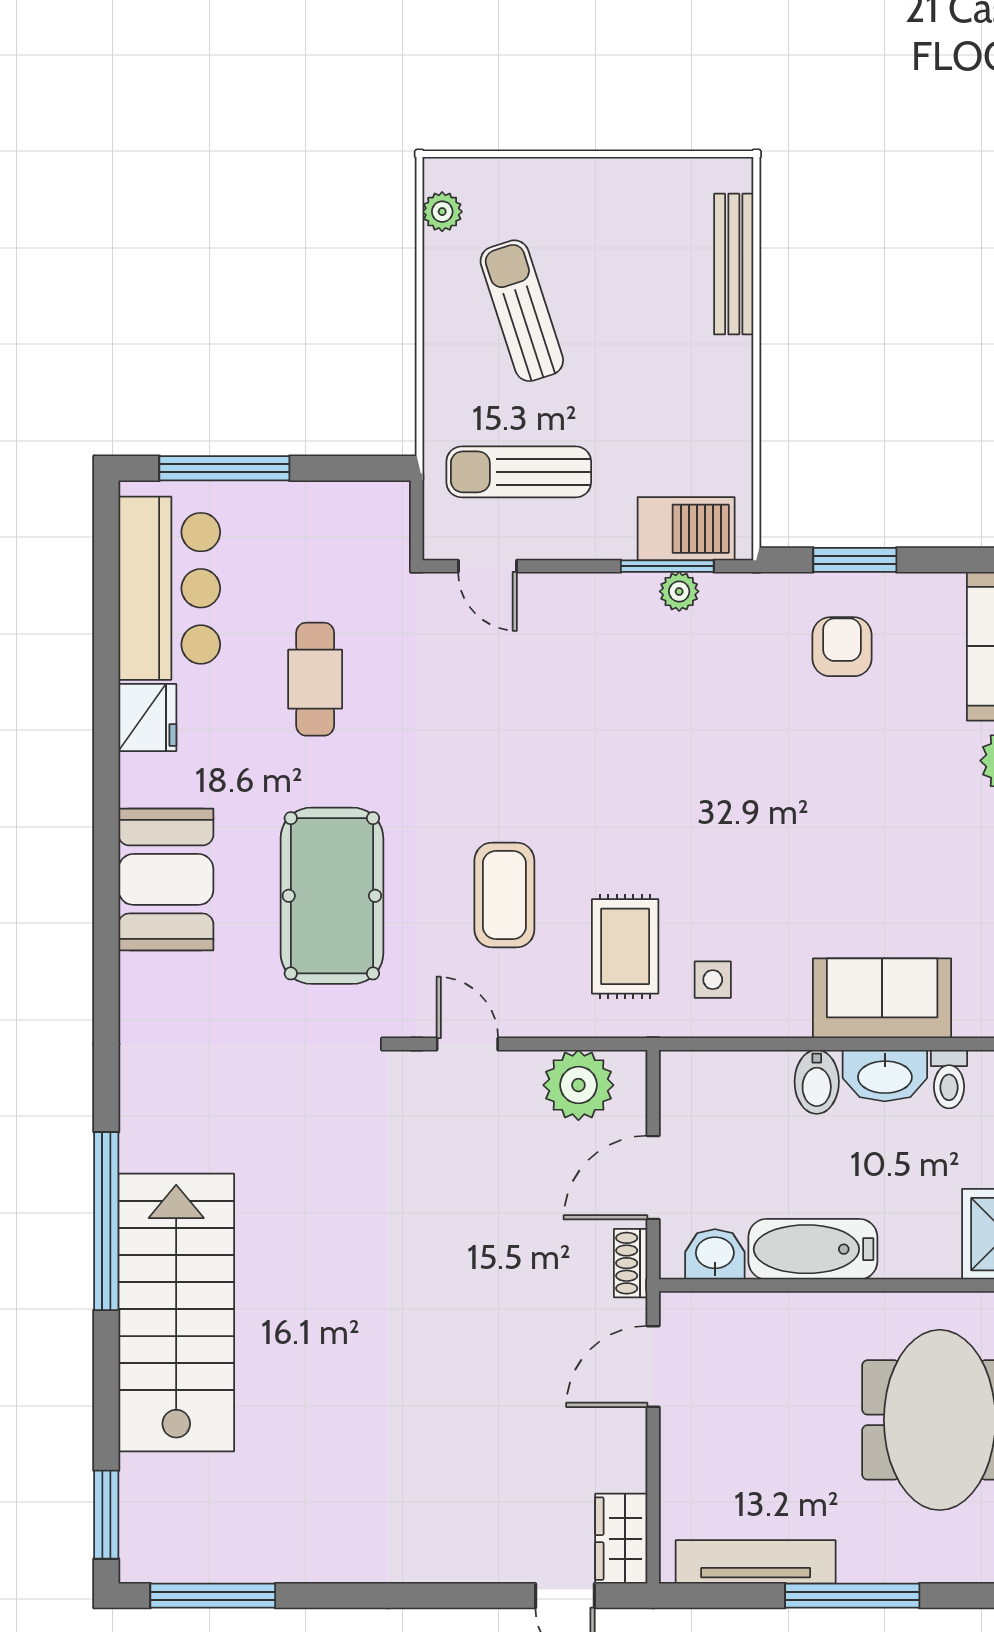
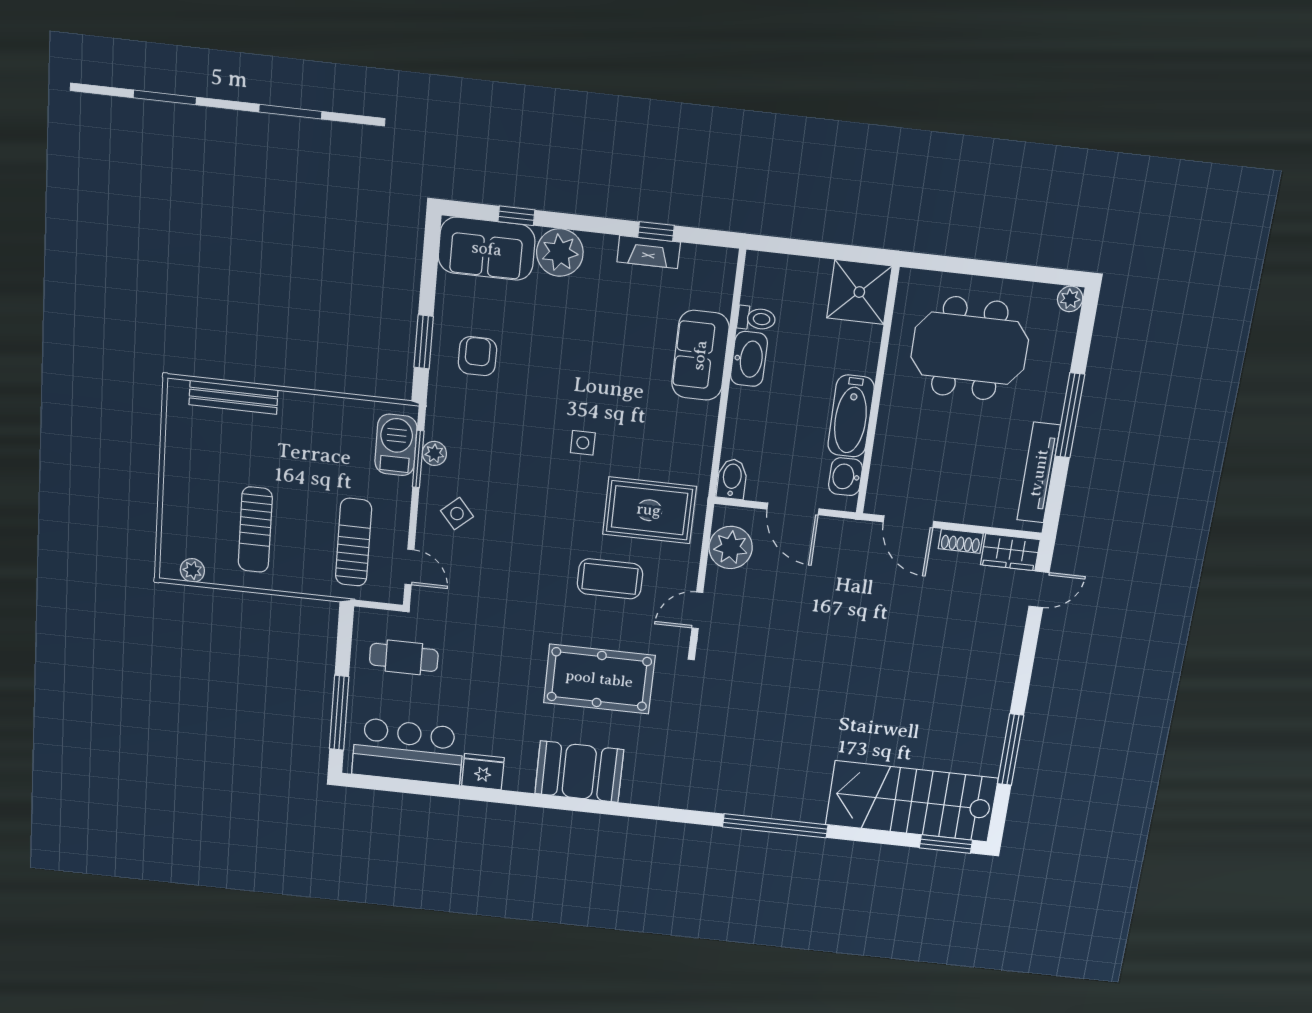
sun lounger: (522, 311) -> (255, 530), turned -72
sun lounger: (519, 472) -> (354, 542), turned 180
door: (487, 566) -> (409, 567), hinge flipped
side table: (585, 636) -> (457, 514), added
armchair: (842, 647) -> (477, 356), turned 90
cafe table: (315, 679) -> (404, 657), moved
rug: (625, 946) -> (649, 510), width x1.36, depth x1.43
side table: (713, 980) -> (583, 443), moved
bidet: (817, 1082) -> (732, 479), moved, turned -90
shoe rack: (631, 1263) -> (961, 541), moved
stairs: (176, 1313) -> (912, 801), moved
window: (213, 1596) -> (1011, 750), moved

